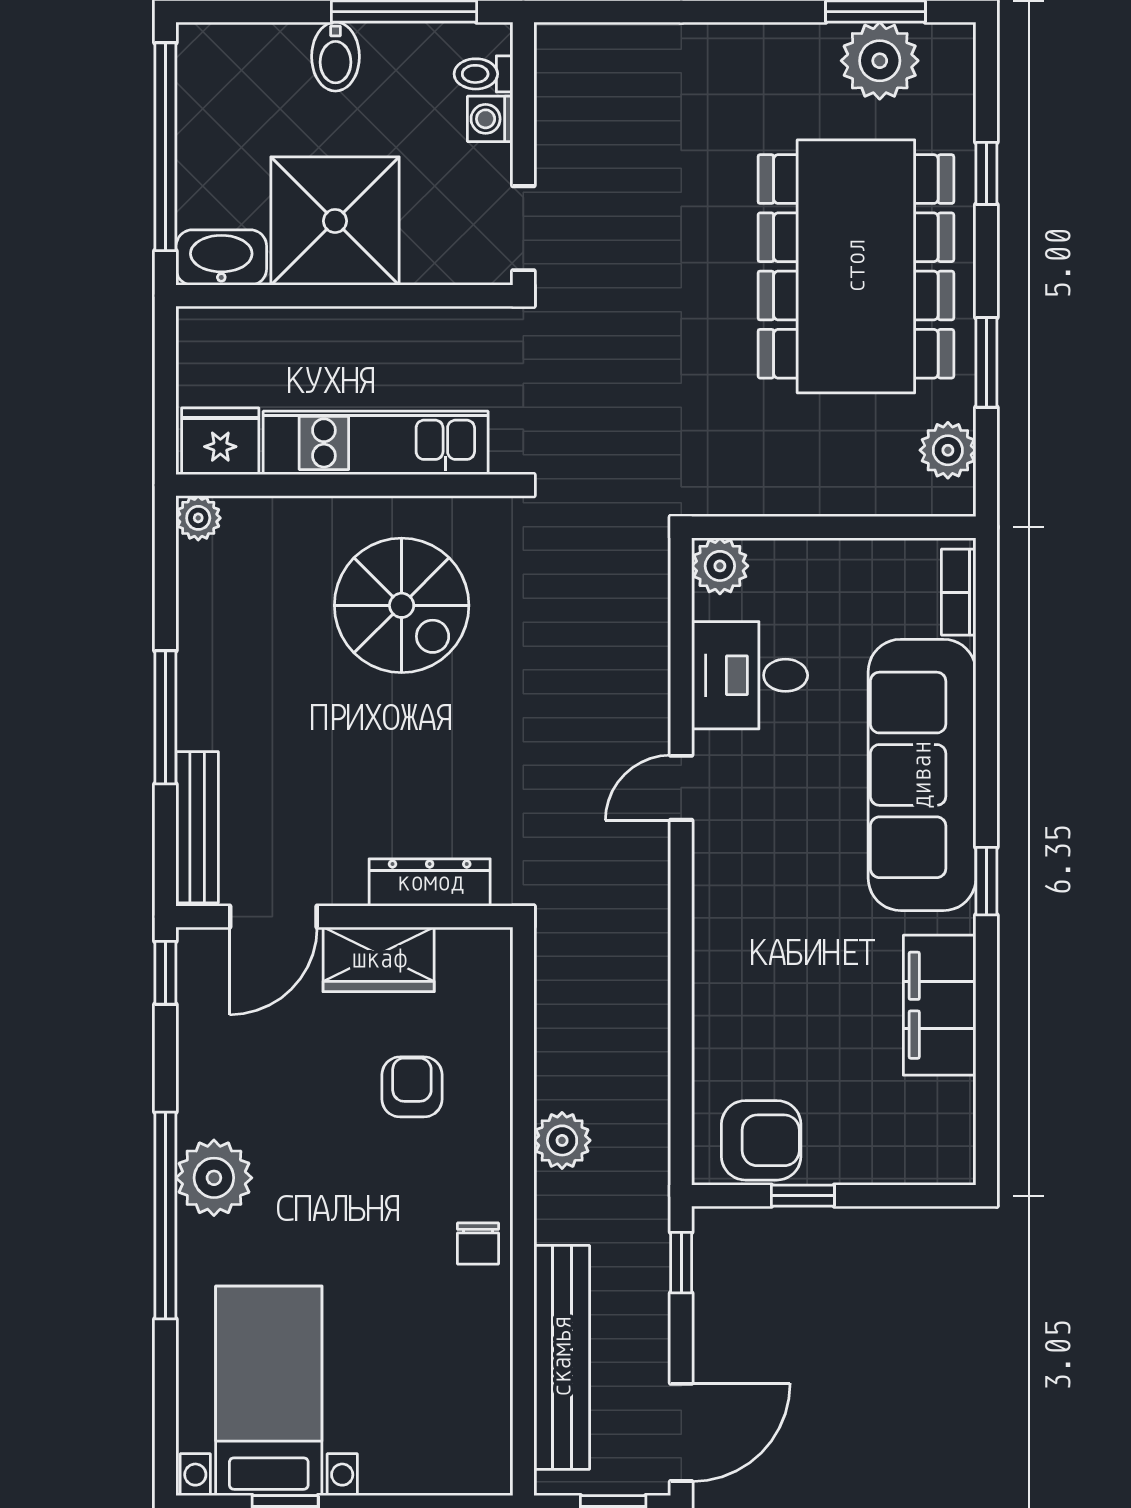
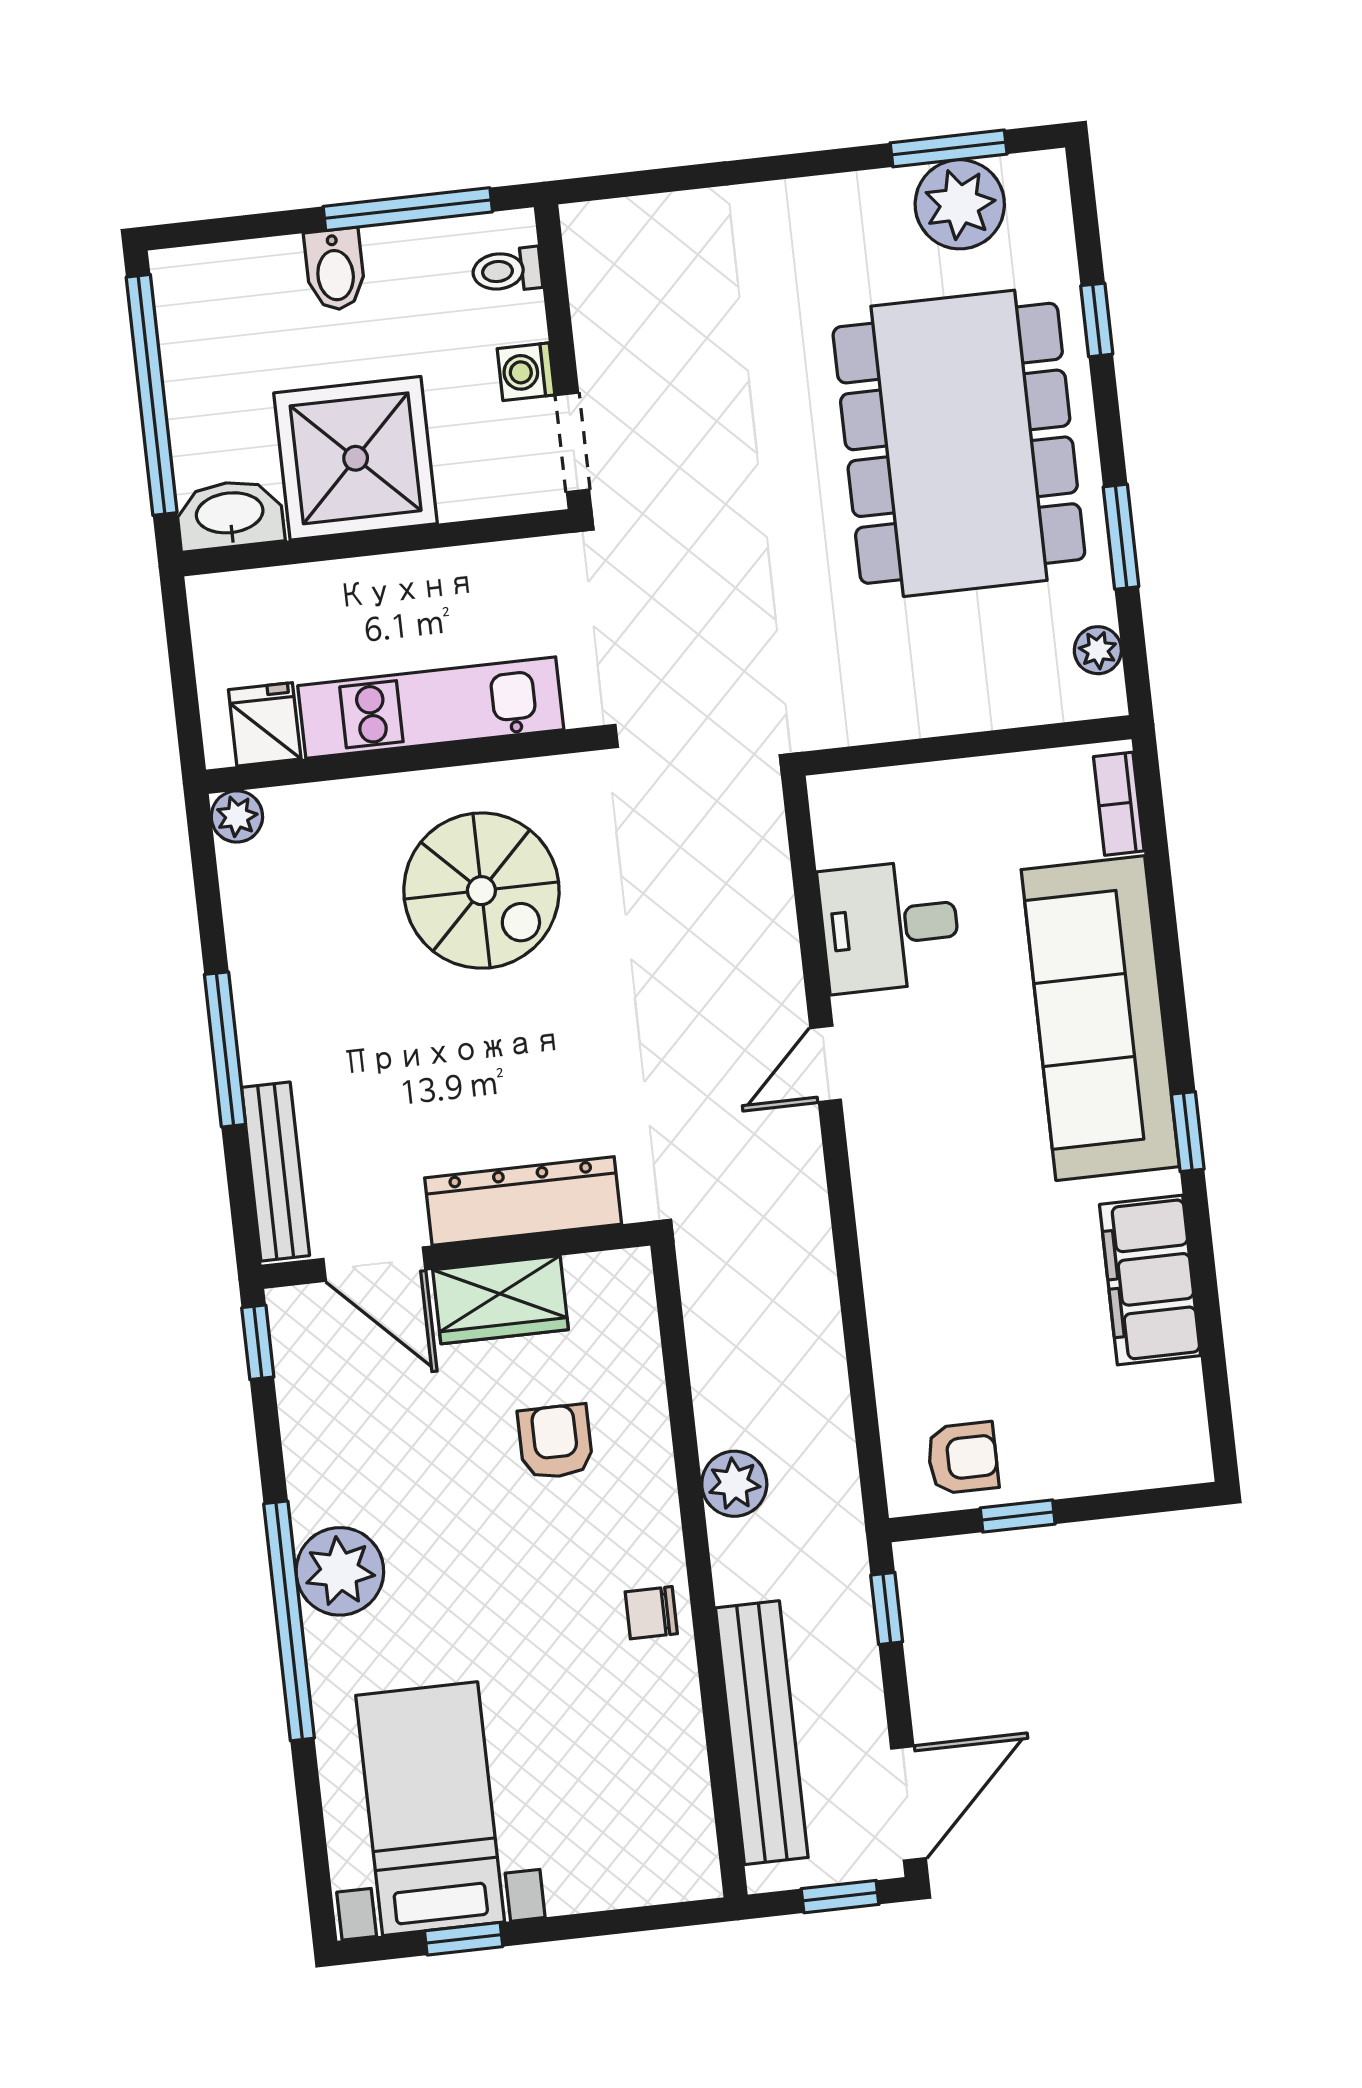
washing machine: (490, 119) -> (526, 372), moved
fridge: (220, 441) -> (265, 724), width x0.72
plant: (948, 450) -> (1098, 650), width x0.73, depth x0.73
plant: (720, 566) -> (841, 804), removed
dresser: (430, 882) -> (523, 1201), width x1.37, depth x1.24
door: (273, 917) -> (374, 1264), hinge flipped
armchair: (761, 1140) -> (963, 1458), width x0.72, depth x0.72
chair: (478, 1243) -> (651, 1613), turned 90

